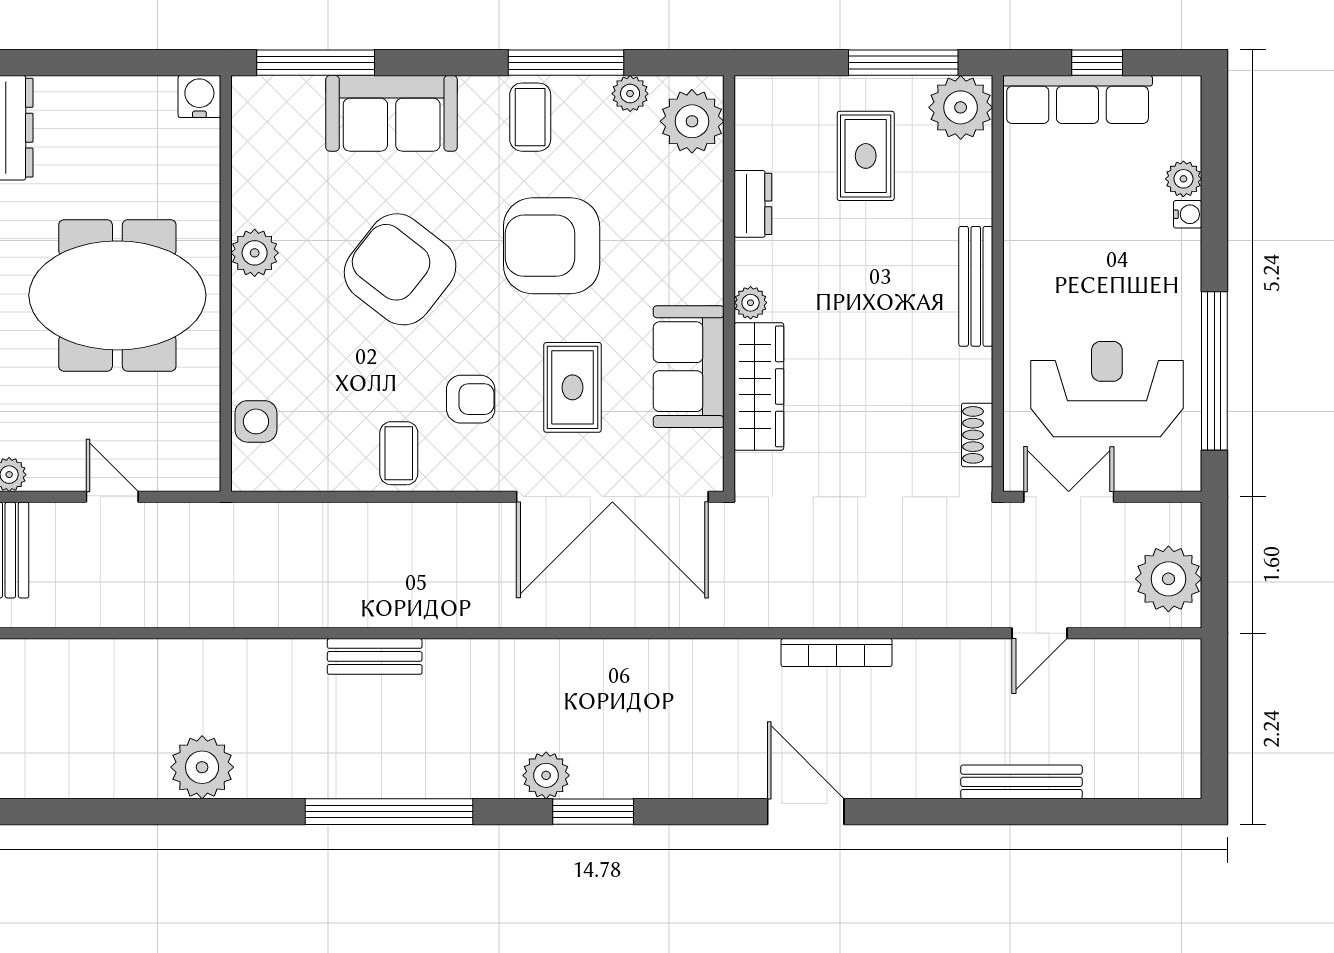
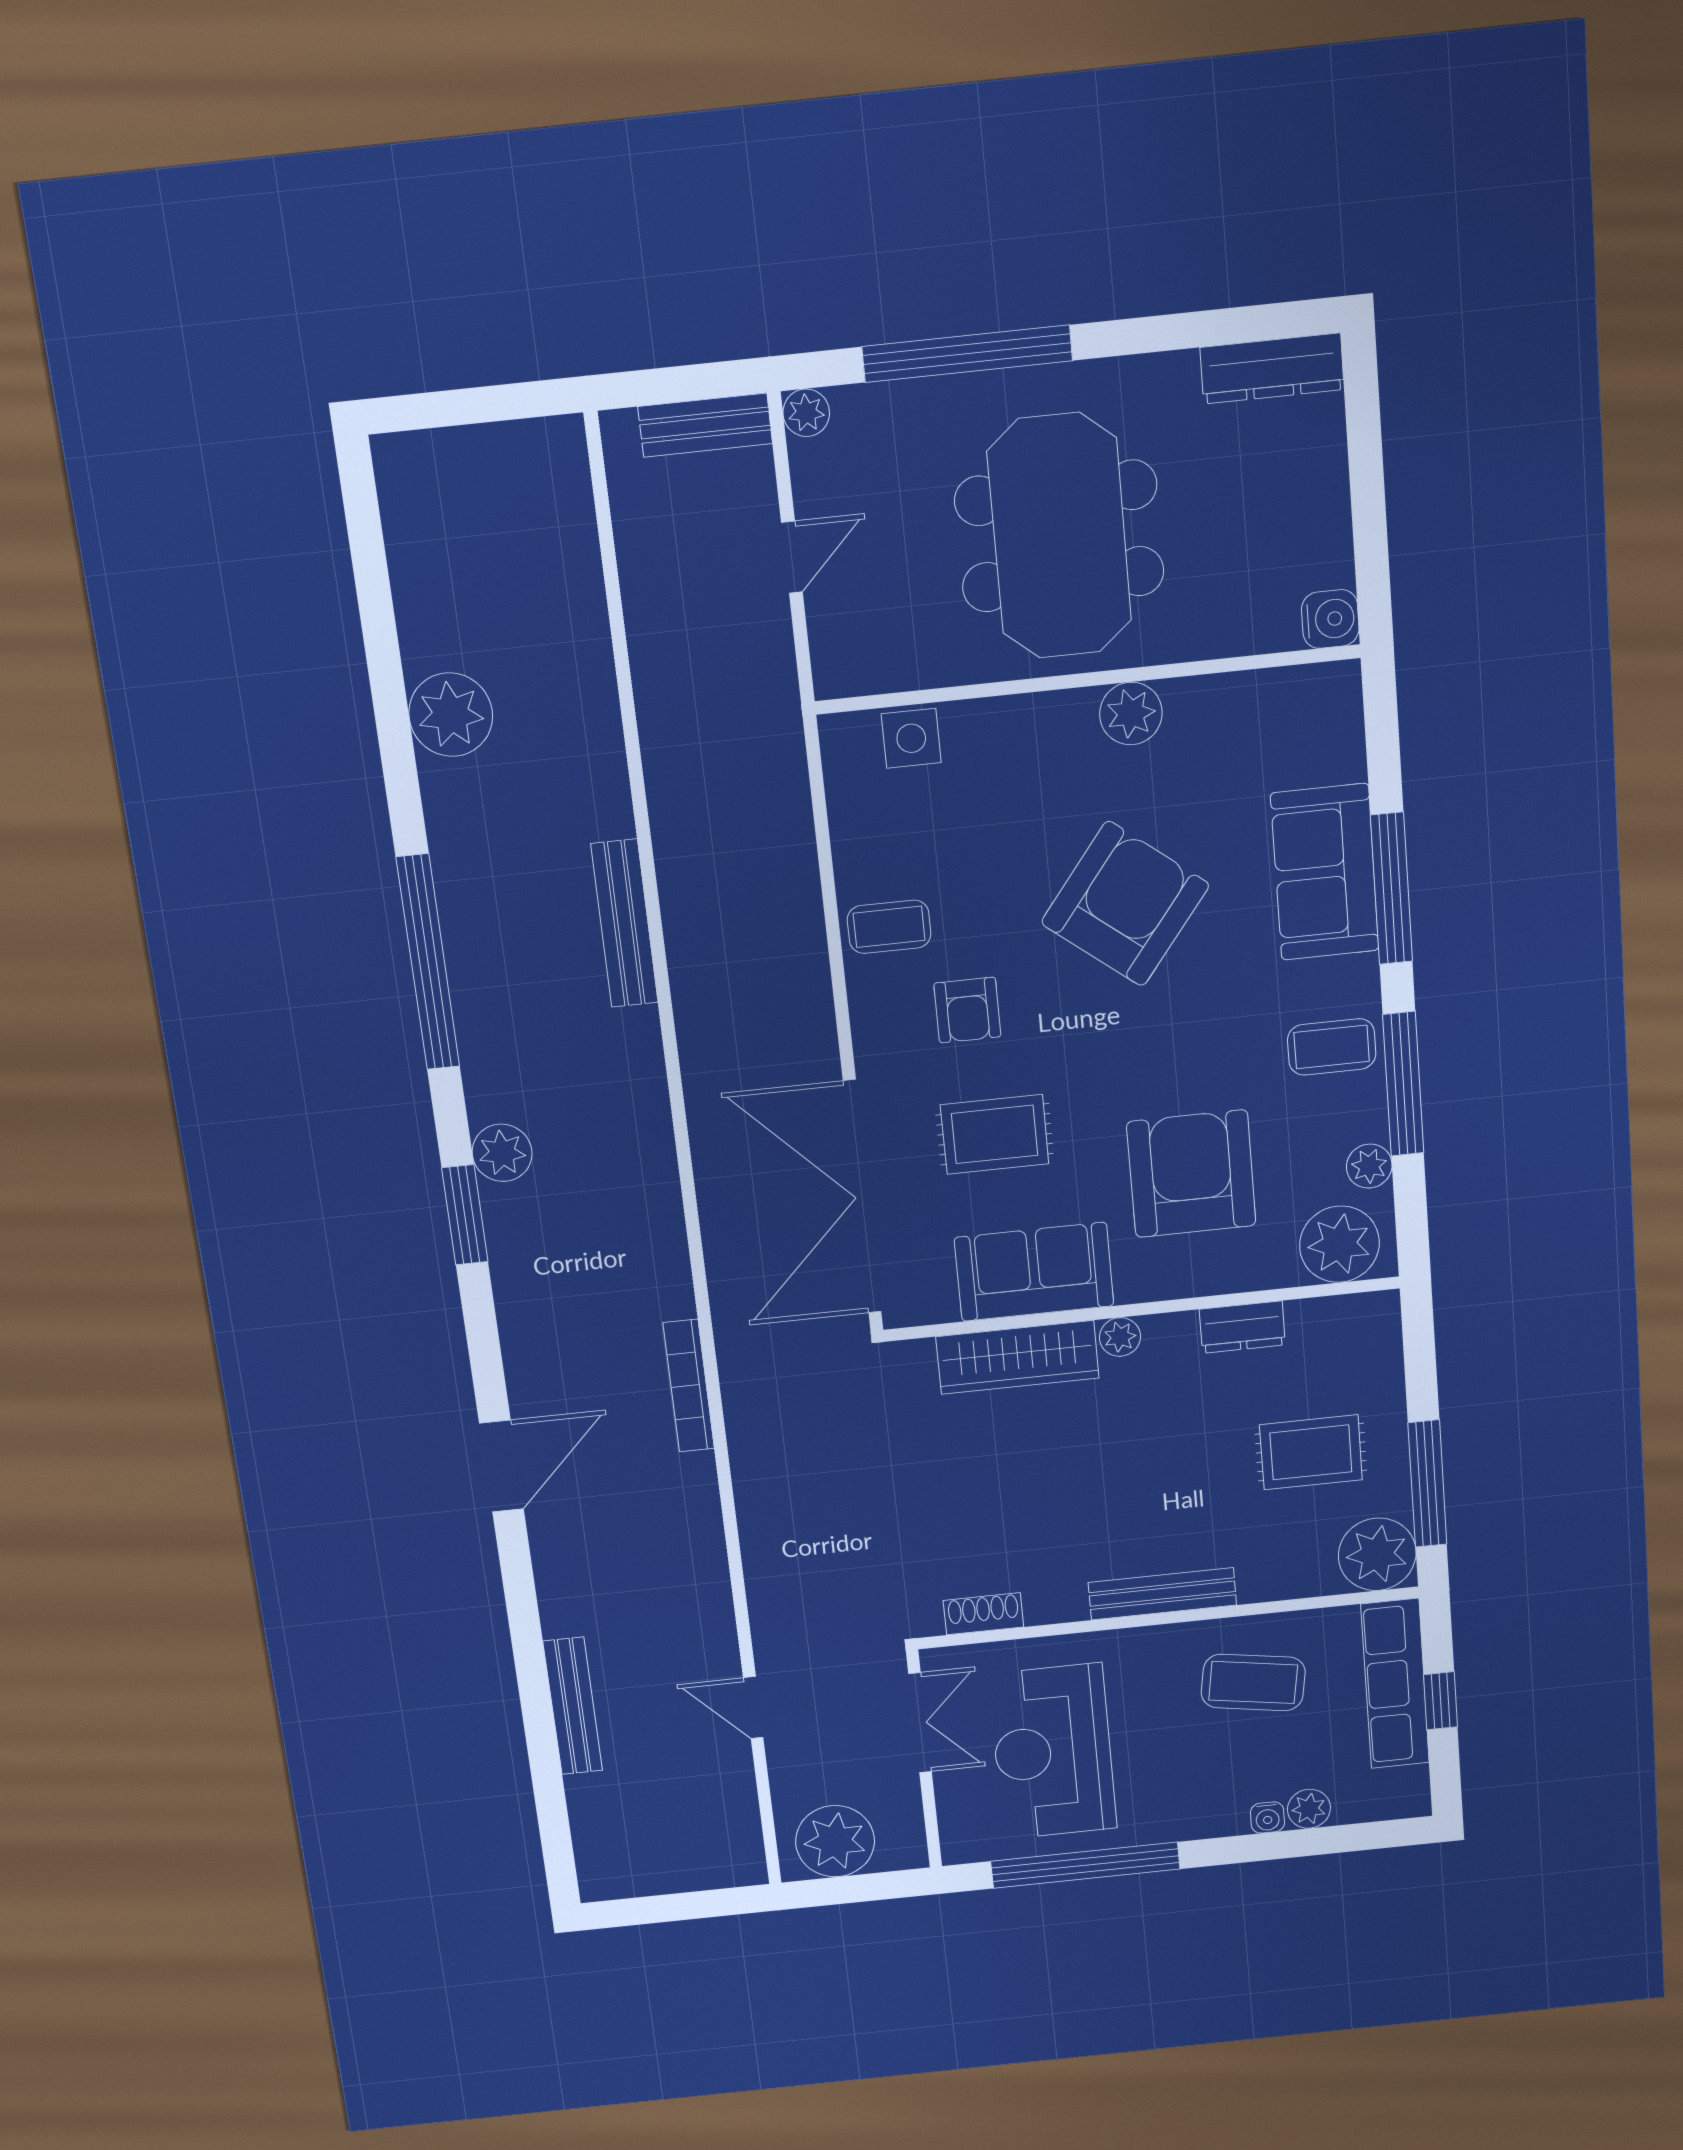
window: (316, 63) -> (1391, 889), moved
coffee table: (1063, 217) -> (1253, 1682), added
armchair: (552, 246) -> (1191, 1174), moved
reception desk: (1107, 389) -> (1053, 1751), turned 180
bookcase: (837, 653) -> (689, 1386), moved
bench: (375, 656) -> (625, 923), width x1.36

